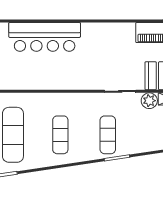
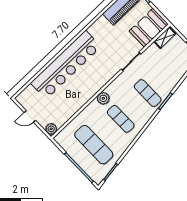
bar counter: (45, 37) -> (66, 65), width x1.36
plant: (149, 101) -> (103, 98), moved

